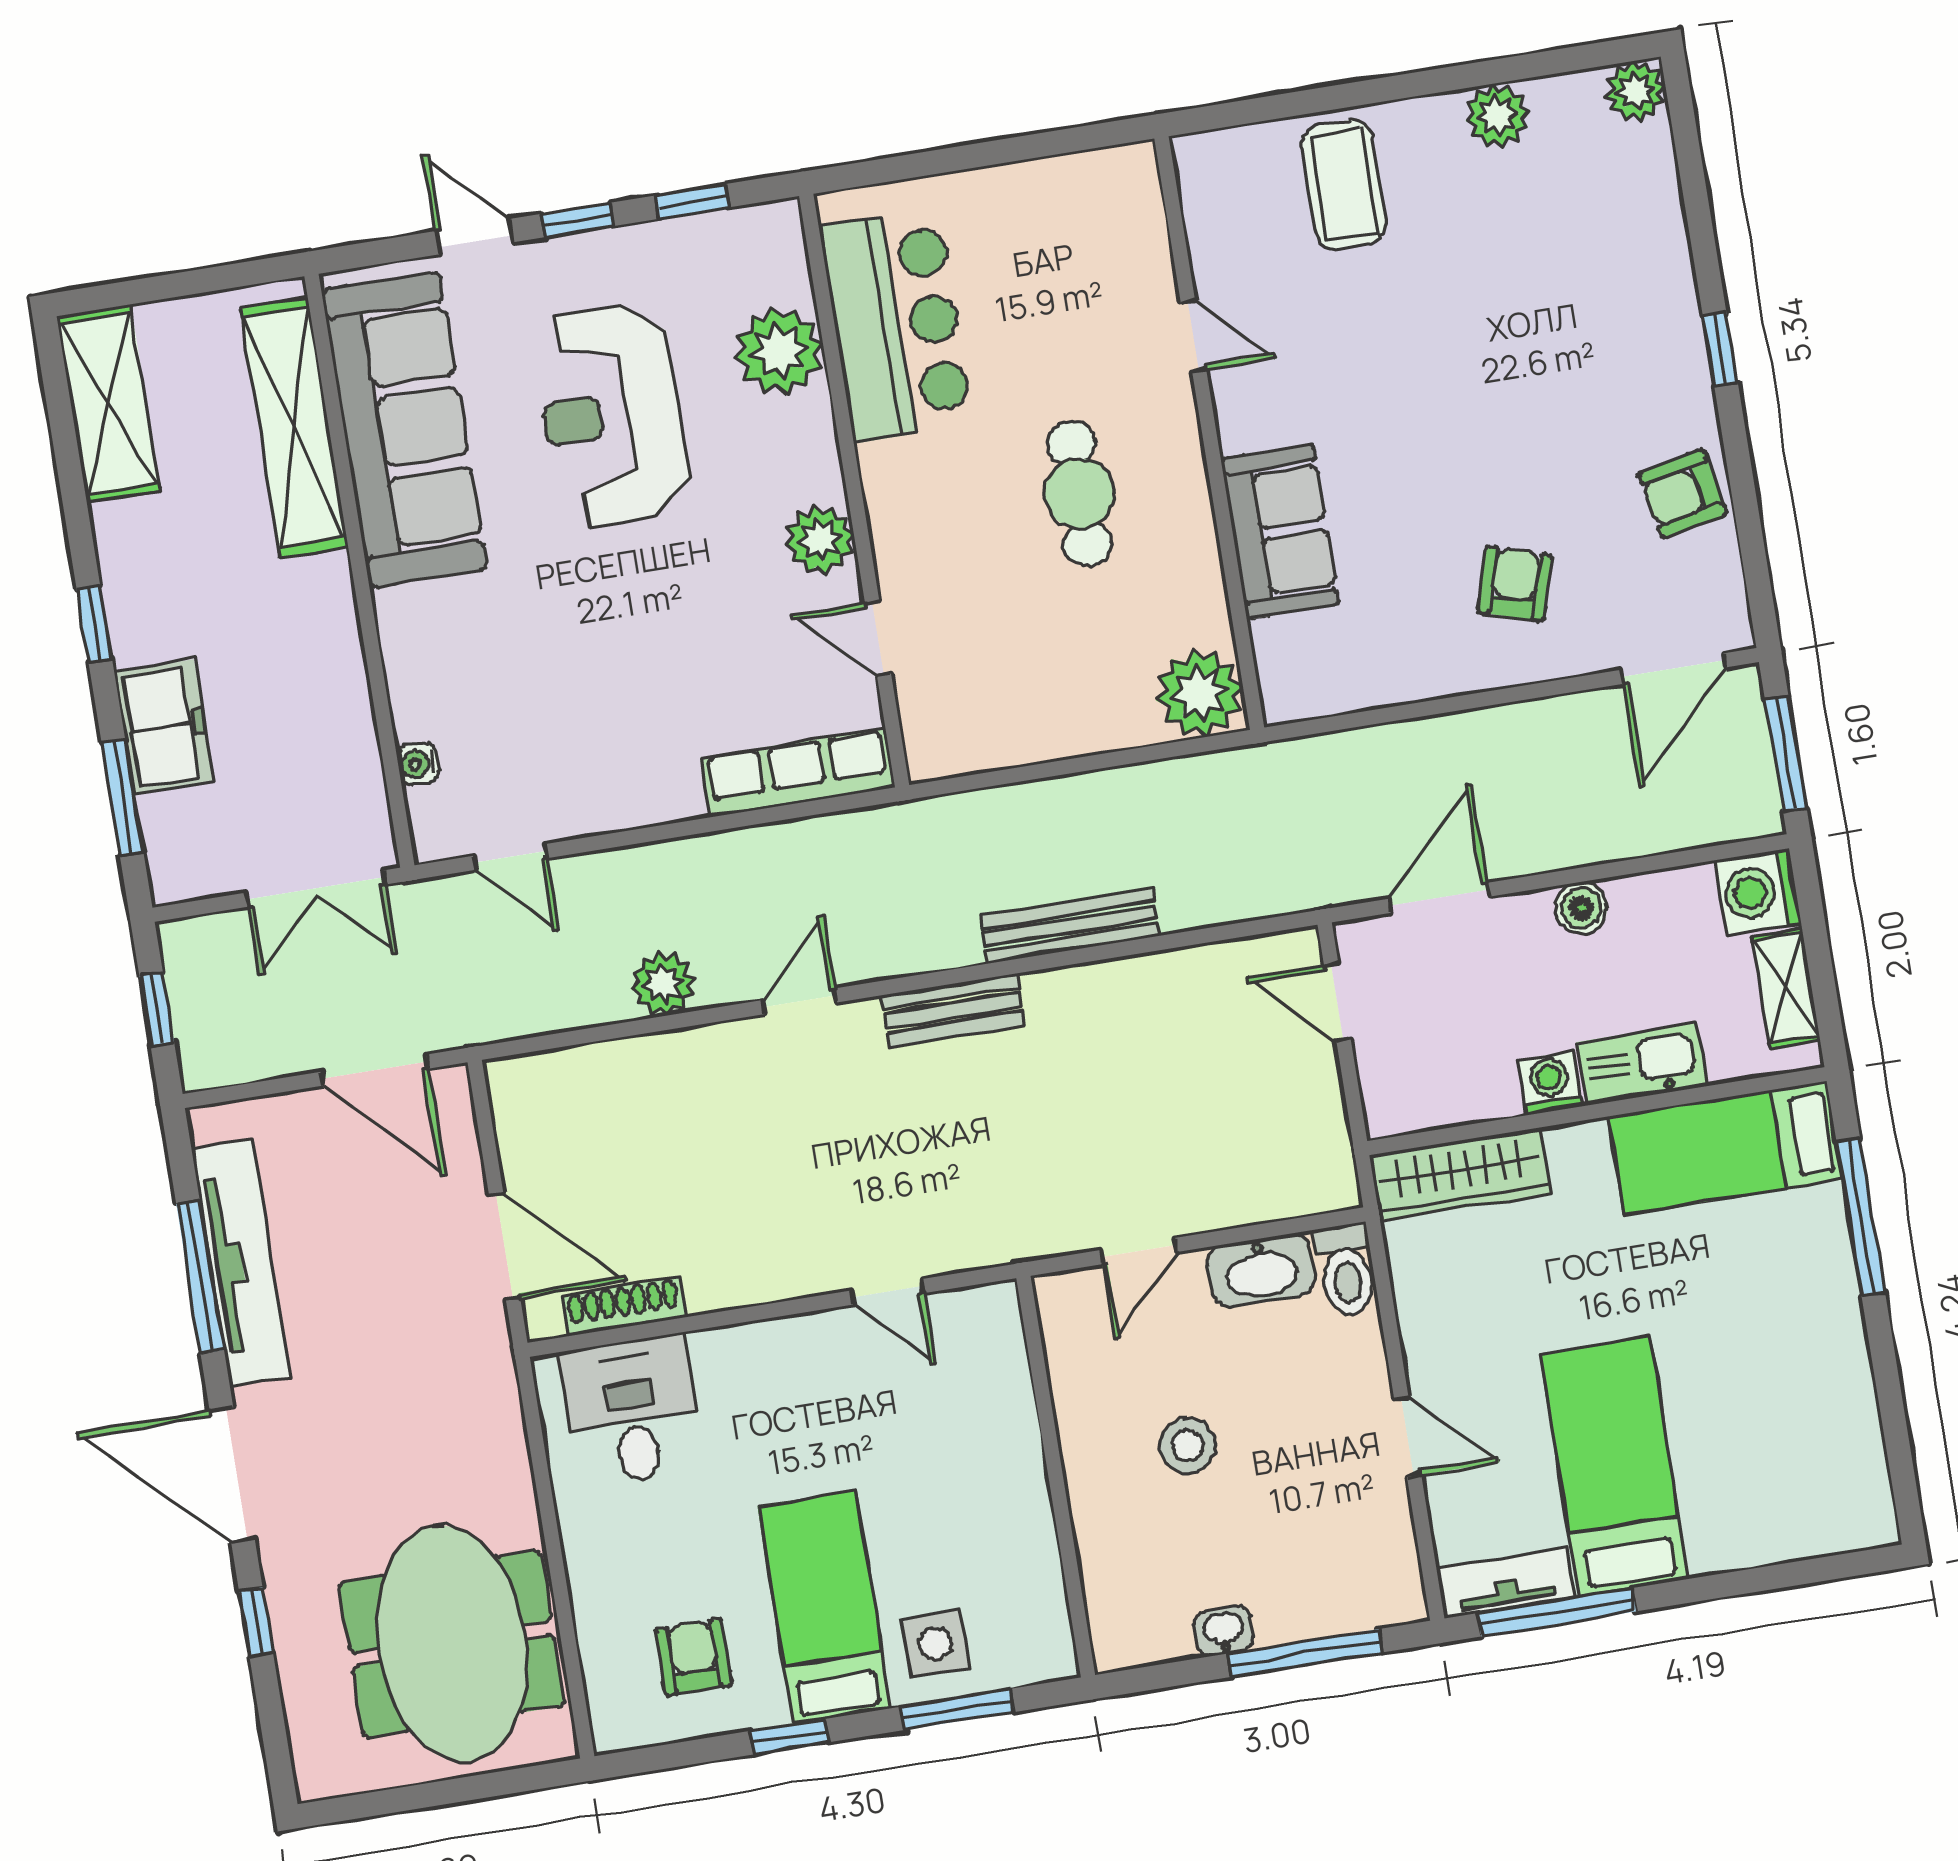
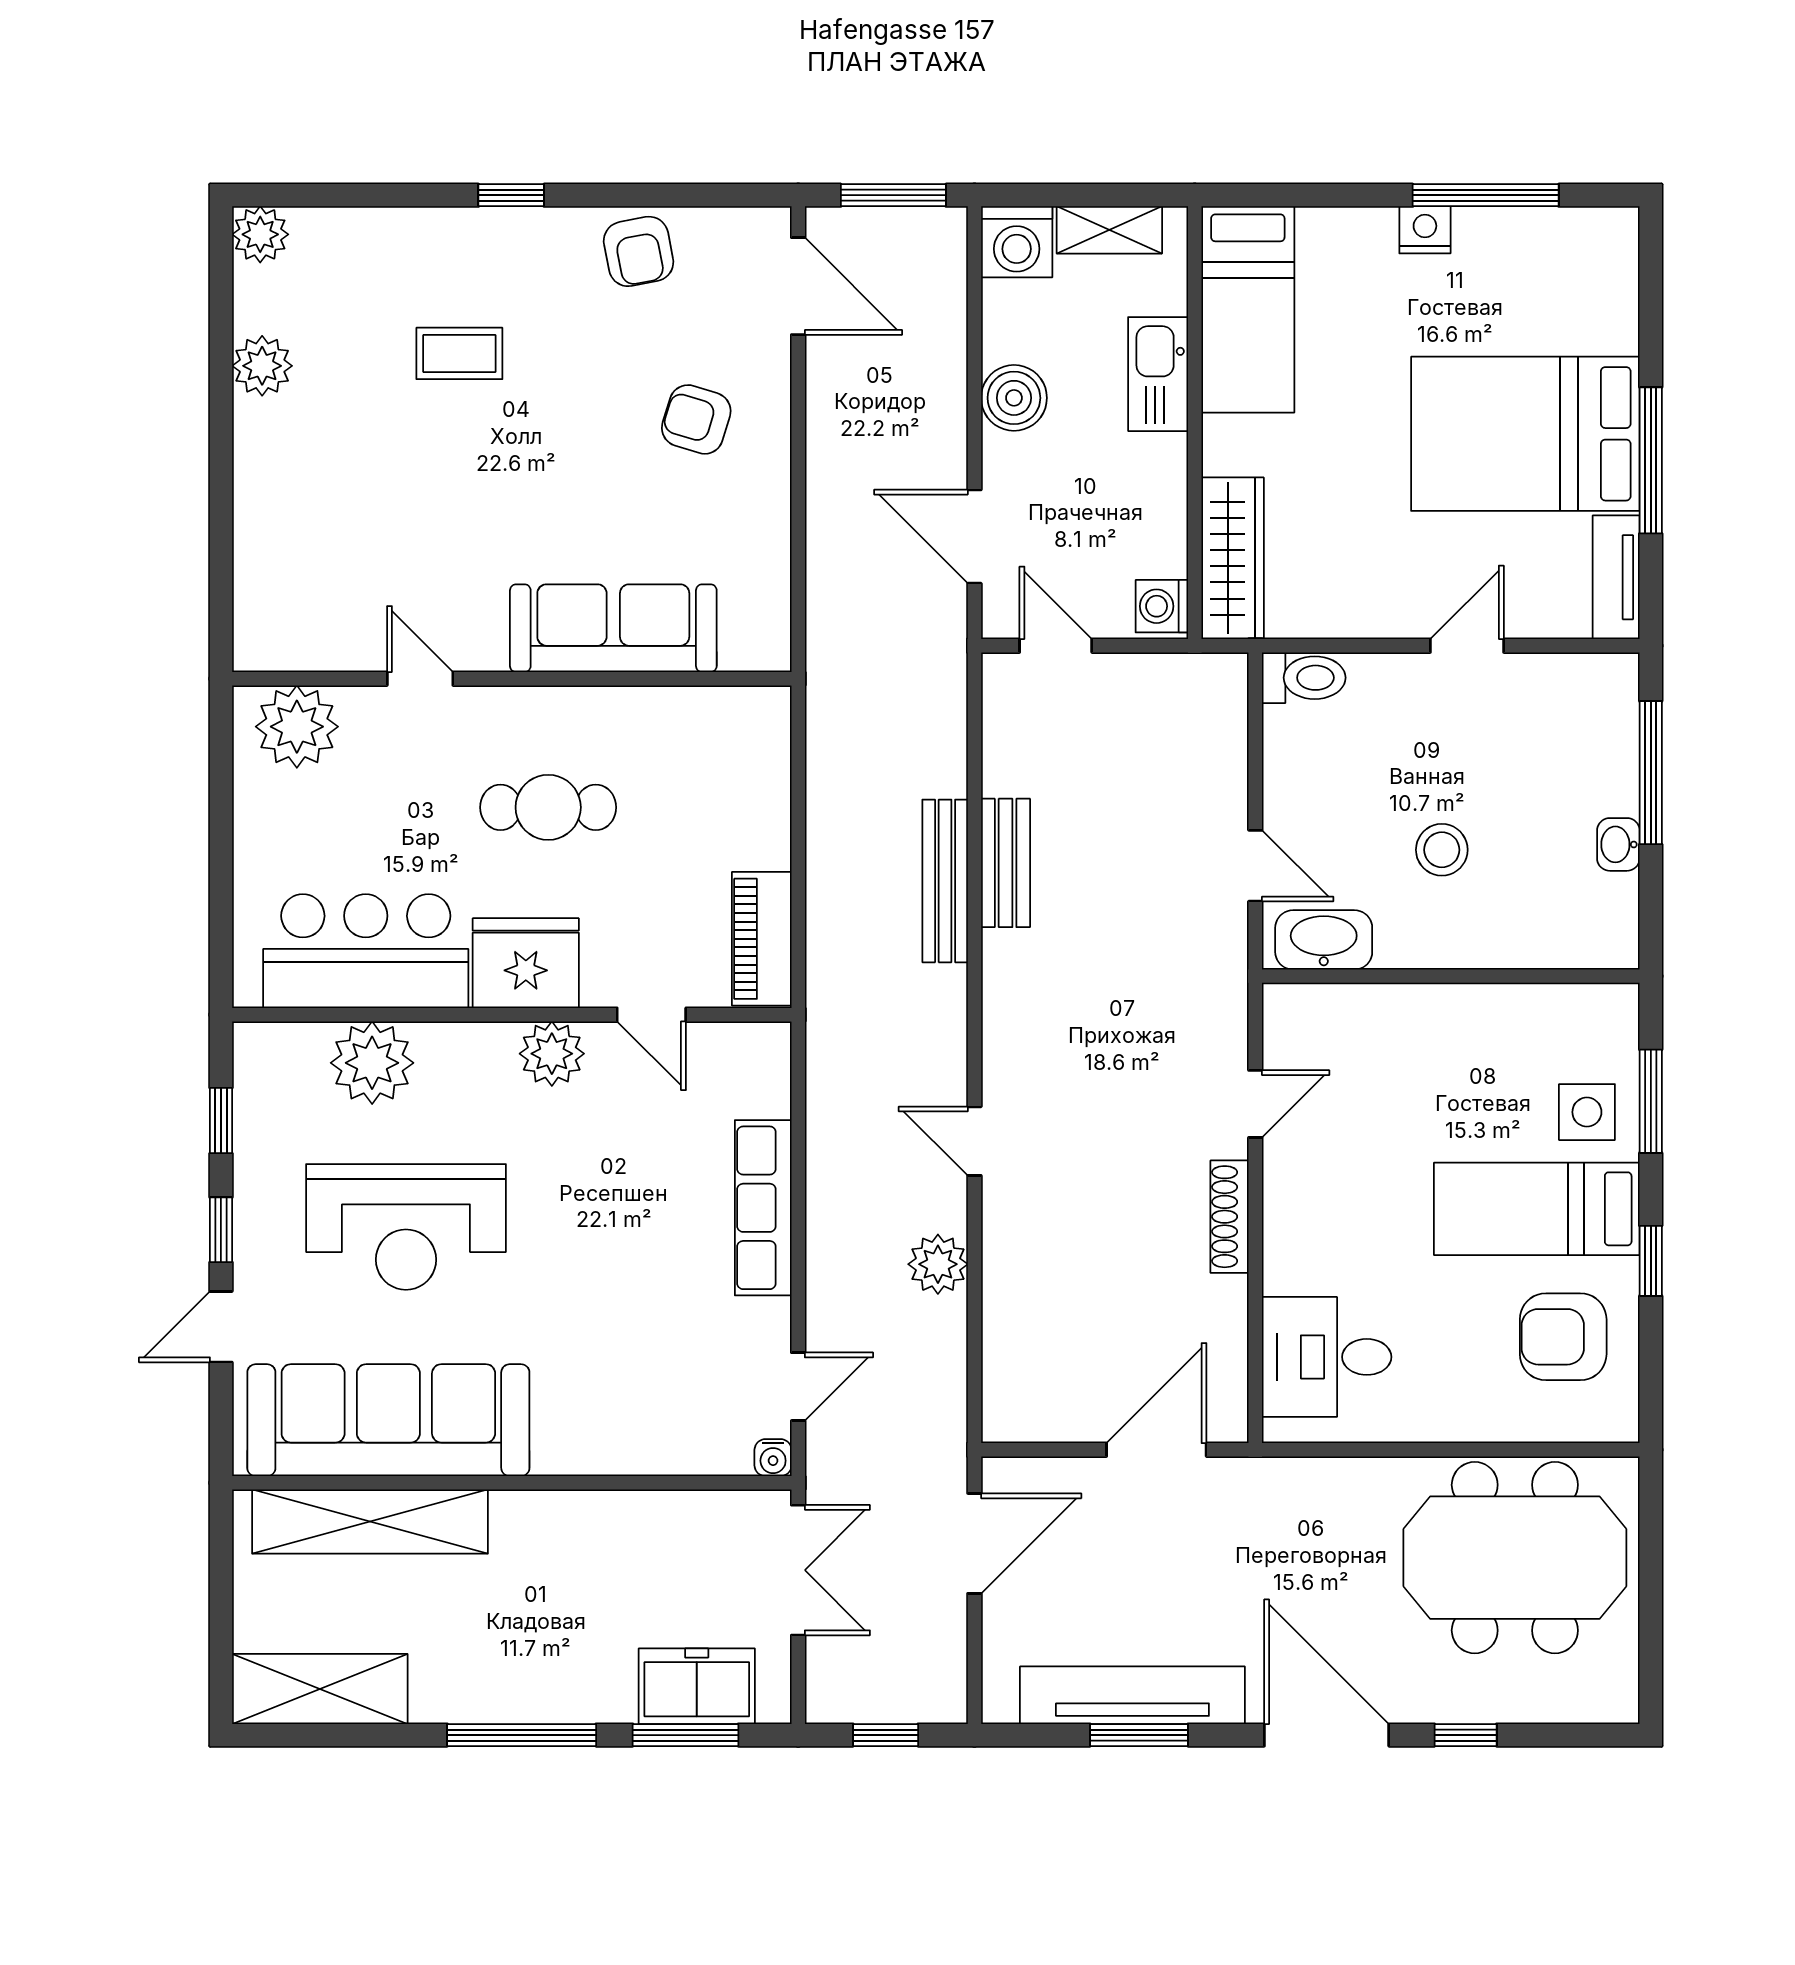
coffee table: (1344, 185) -> (459, 353), moved, width x0.73, depth x0.77
door: (1194, 336) -> (420, 679), hinge flipped
fridge: (911, 497) -> (526, 963), added
sofa: (1280, 532) -> (613, 628), width x1.36
window: (94, 624) -> (522, 1735), width x2.17
door: (878, 638) -> (651, 1015), hinge flipped
plant: (1199, 693) -> (297, 727), moved
freezer: (164, 727) -> (697, 1686), moved
piano: (977, 742) -> (762, 939), added
water cooler: (418, 764) -> (773, 1458), moved
row of seats: (798, 773) -> (763, 1208), moved
boiler: (1581, 908) -> (1014, 398), width x1.36, depth x1.36
door: (1337, 1002) -> (1056, 646), swing flipped
bench: (953, 1010) -> (1006, 863), moved
washing machine: (1550, 1083) -> (1162, 606), moved
window: (1861, 1217) -> (1486, 195), moved
washbasin: (1261, 1271) -> (1324, 940), moved, turned -90
window: (200, 1277) -> (1139, 1735), width x0.69
shoe rack: (624, 1307) -> (1230, 1217), moved
nightstand: (1840, 1321) -> (1425, 230), added
bed: (1614, 1467) -> (1525, 434), width x1.50
door: (232, 1475) -> (1327, 1735), swing flipped
window: (1557, 1612) -> (1651, 460), moved
armchair: (694, 1657) -> (1563, 1337), width x1.38, depth x1.38

